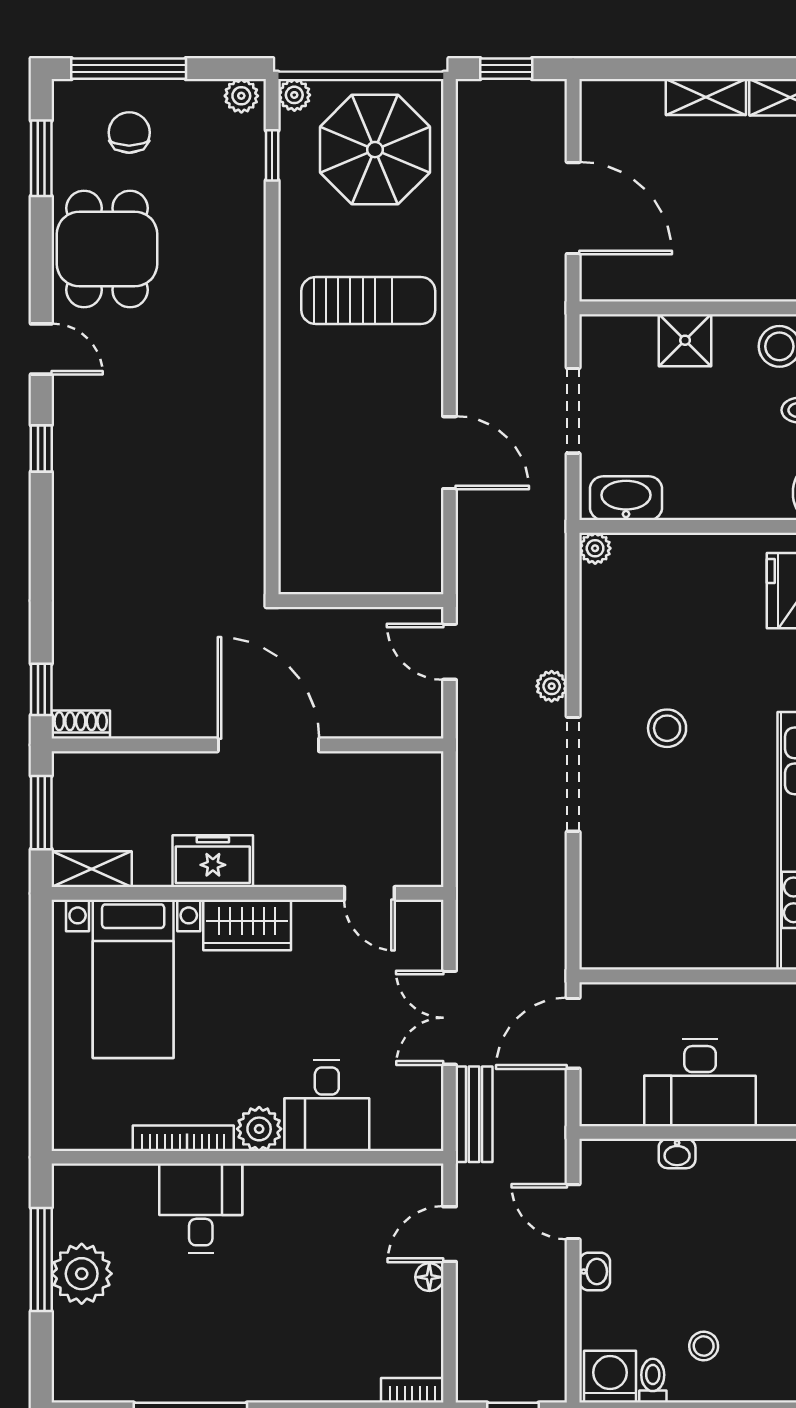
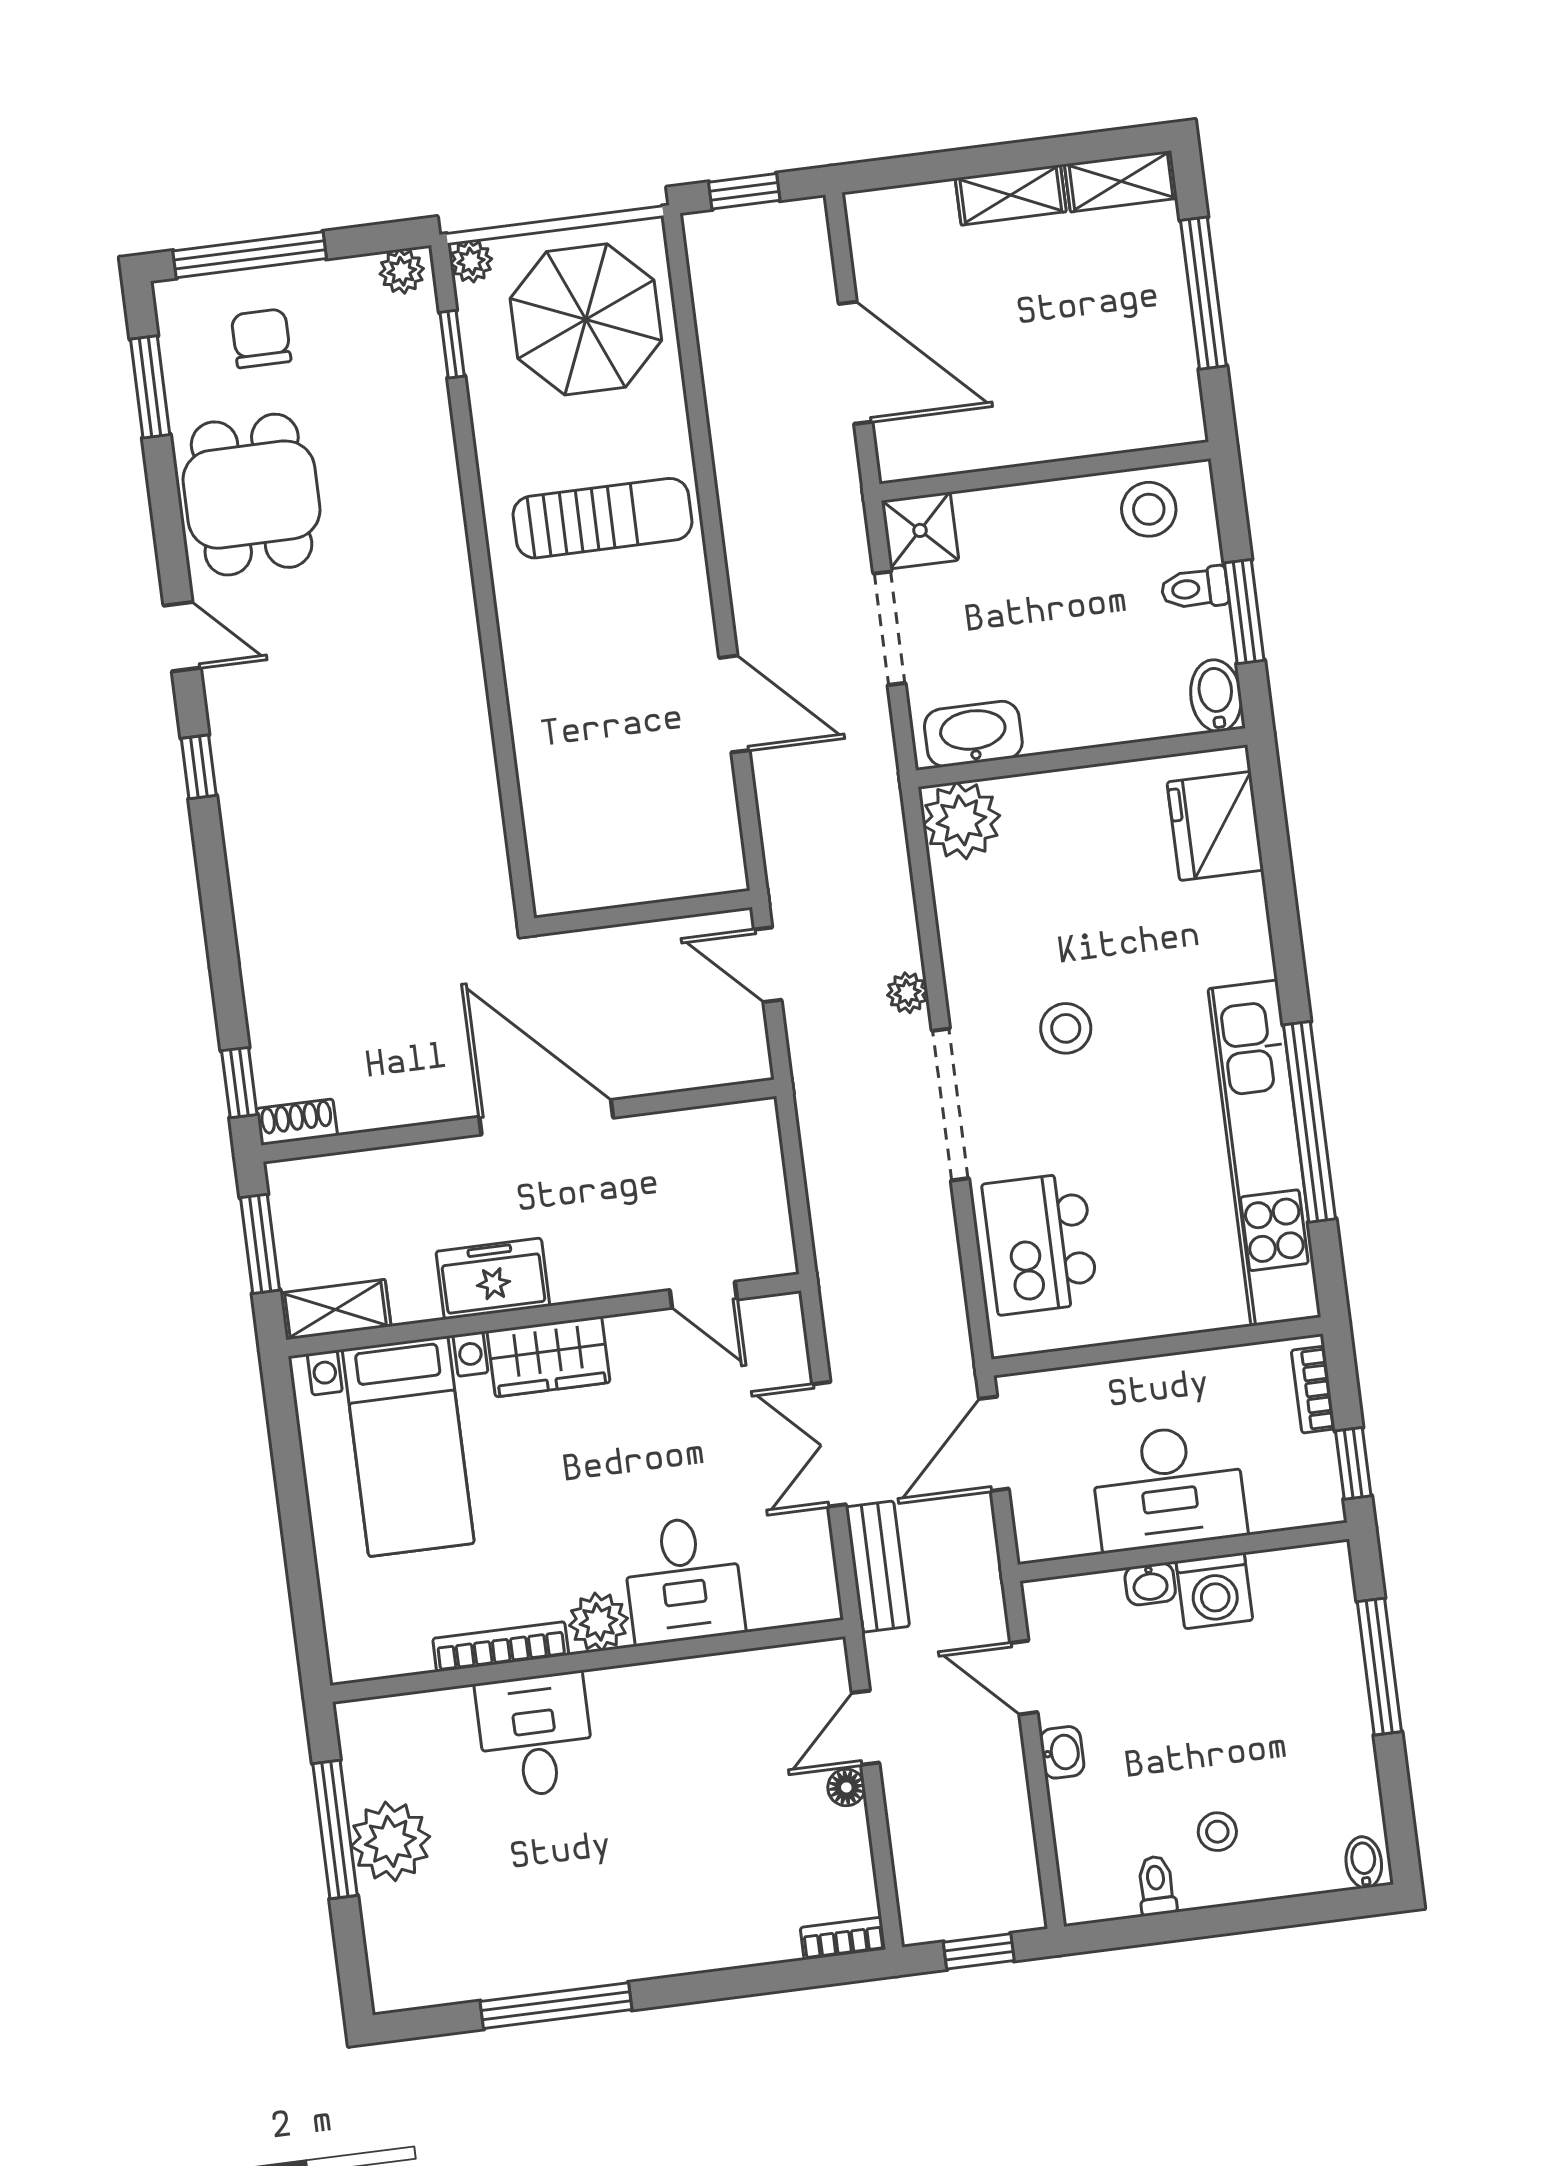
shower: (685, 340) -> (920, 530), moved
plant: (595, 548) -> (961, 820), width x1.87, depth x1.87
kitchen island: (627, 887) -> (1040, 1243), added
washing machine: (610, 1377) -> (1214, 1591), moved, turned 180

